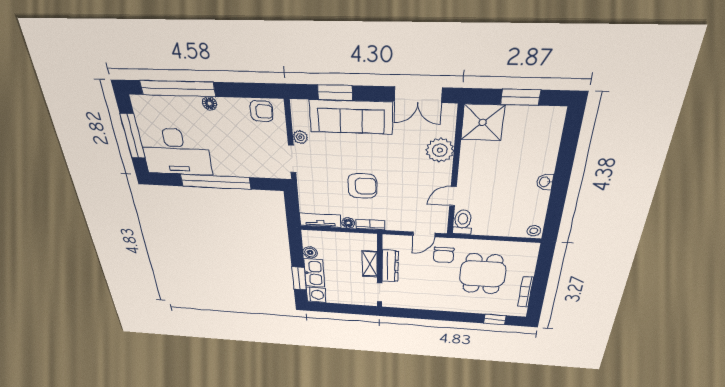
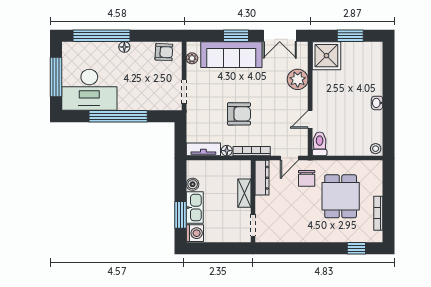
window: (335, 93) -> (236, 36), moved
plant: (300, 137) -> (192, 58), moved
bookcase: (370, 225) -> (252, 151), width x1.56
dresser: (390, 266) -> (262, 178), moved

